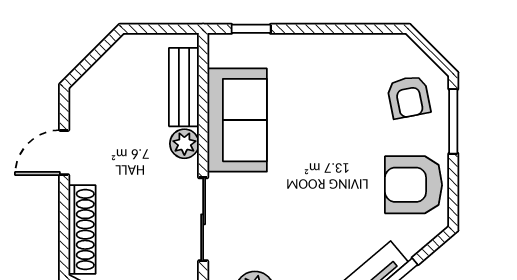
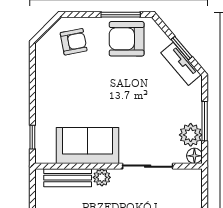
window: (453, 121) -> (121, 15), moved
armchair: (414, 185) -> (127, 39), turned 90

